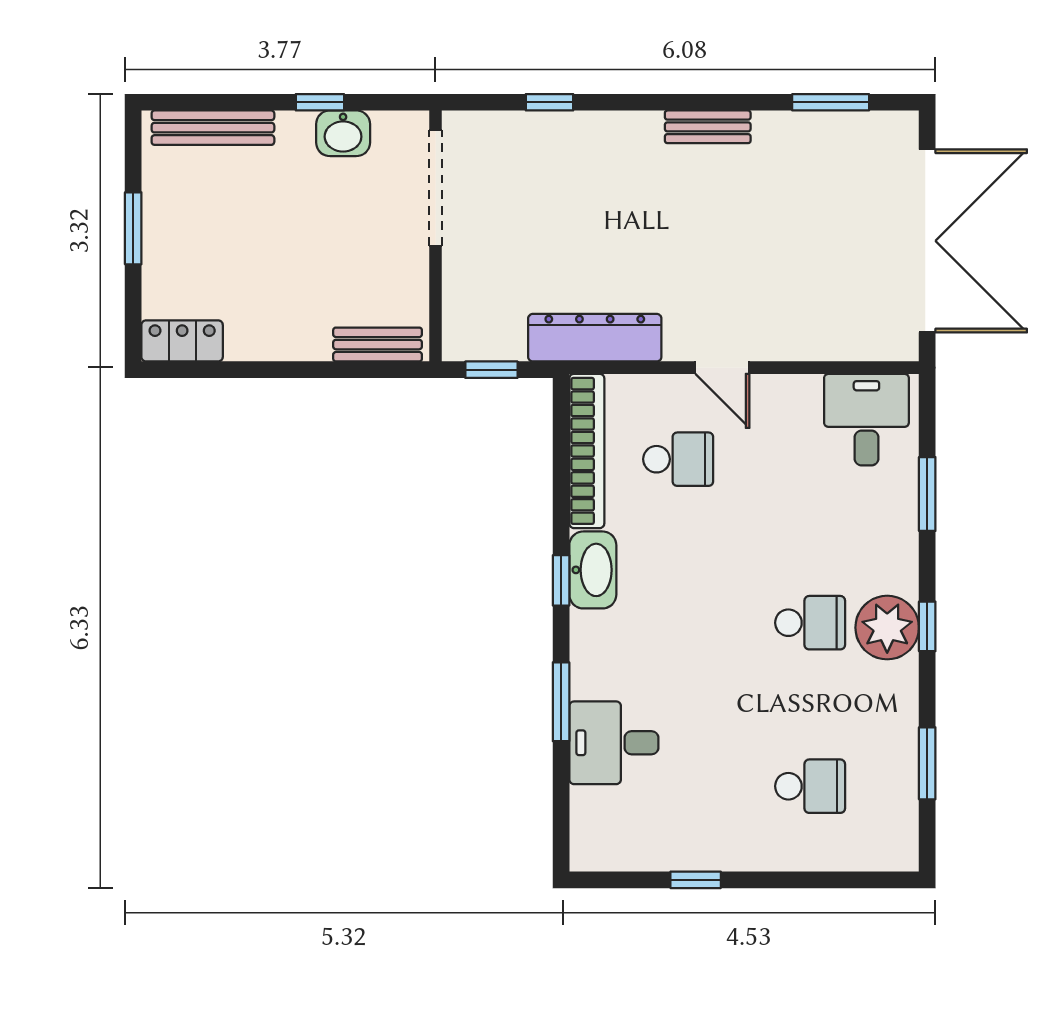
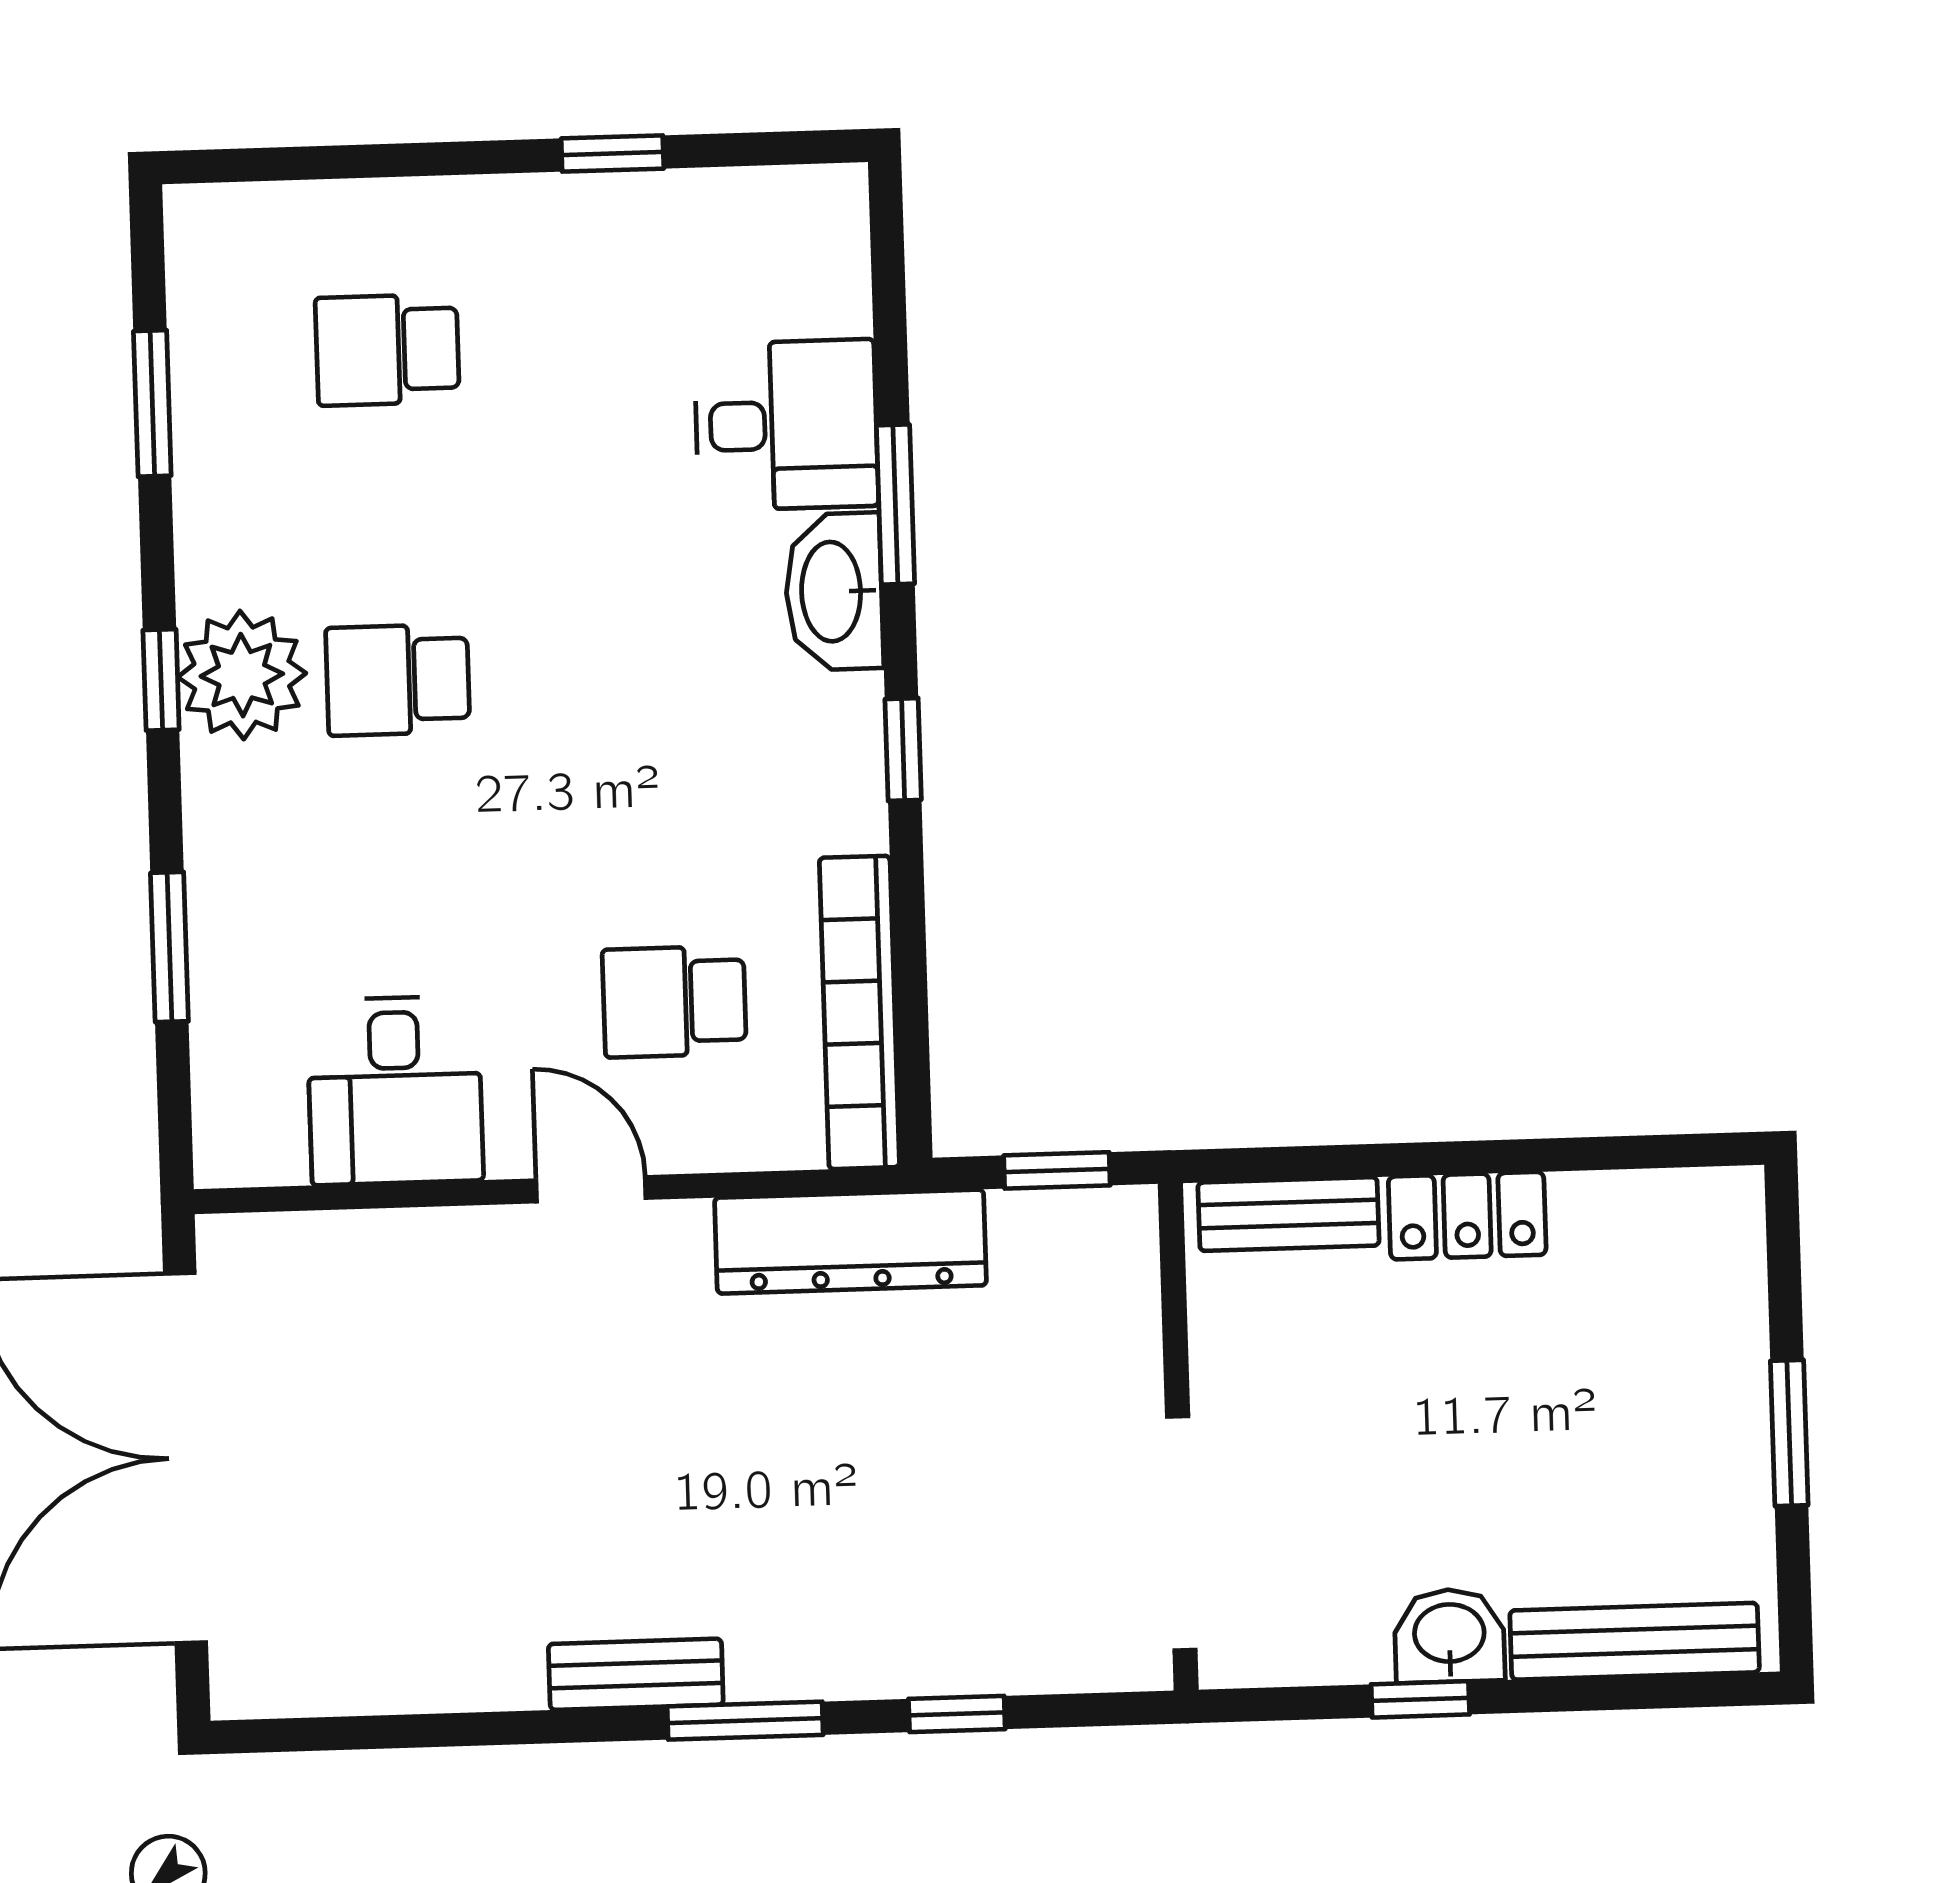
window: (831, 102) -> (745, 1721), moved
washbasin: (343, 133) -> (1449, 1636), moved
locker: (182, 341) -> (1467, 1216), moved
desk: (866, 420) -> (395, 1090), moved
washbasin: (593, 570) -> (834, 592), moved

